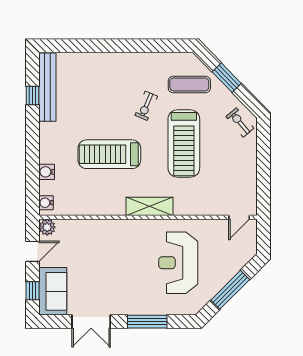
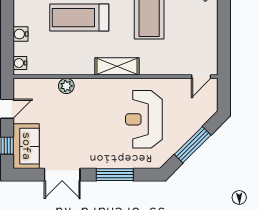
plant: (47, 227) -> (66, 86), moved

